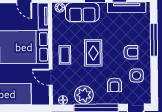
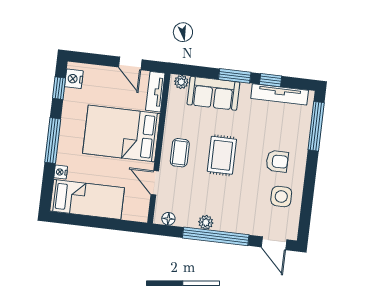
window: (154, 40) -> (316, 126), moved
armchair: (115, 85) -> (247, 206), removed
plant: (84, 95) -> (206, 222), width x0.53, depth x0.53

